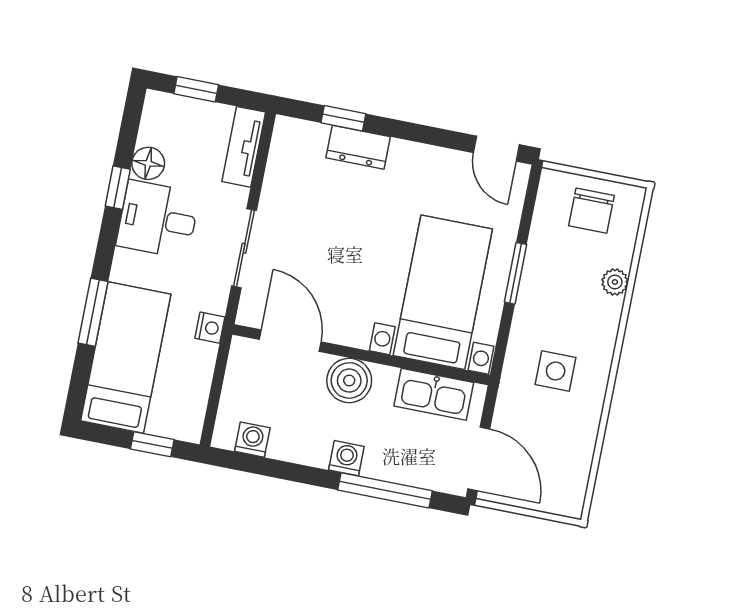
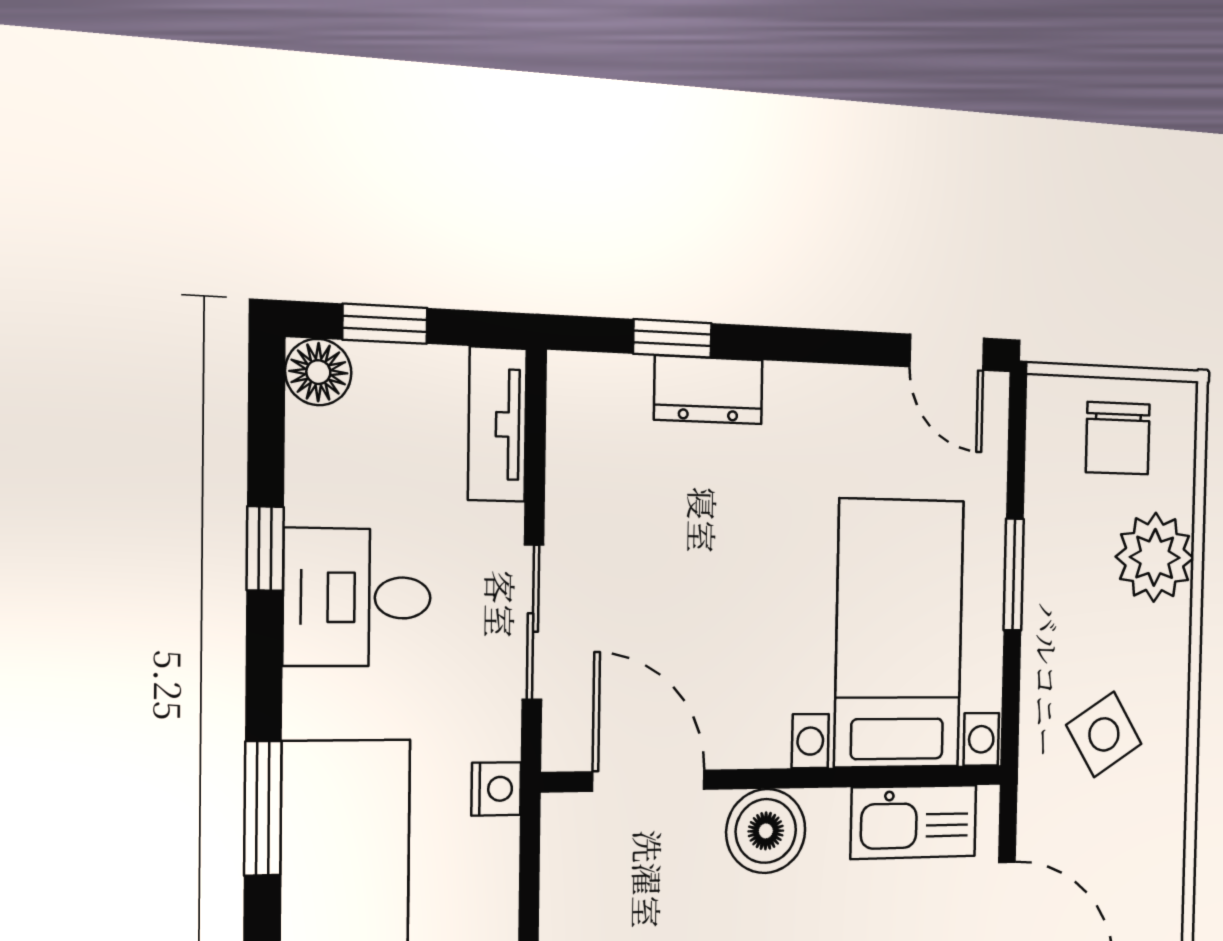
floor lamp: (148, 163) -> (318, 372), moved
plant: (615, 282) -> (1155, 557), width x1.88, depth x1.88
side table: (556, 371) -> (1104, 734), turned -32

